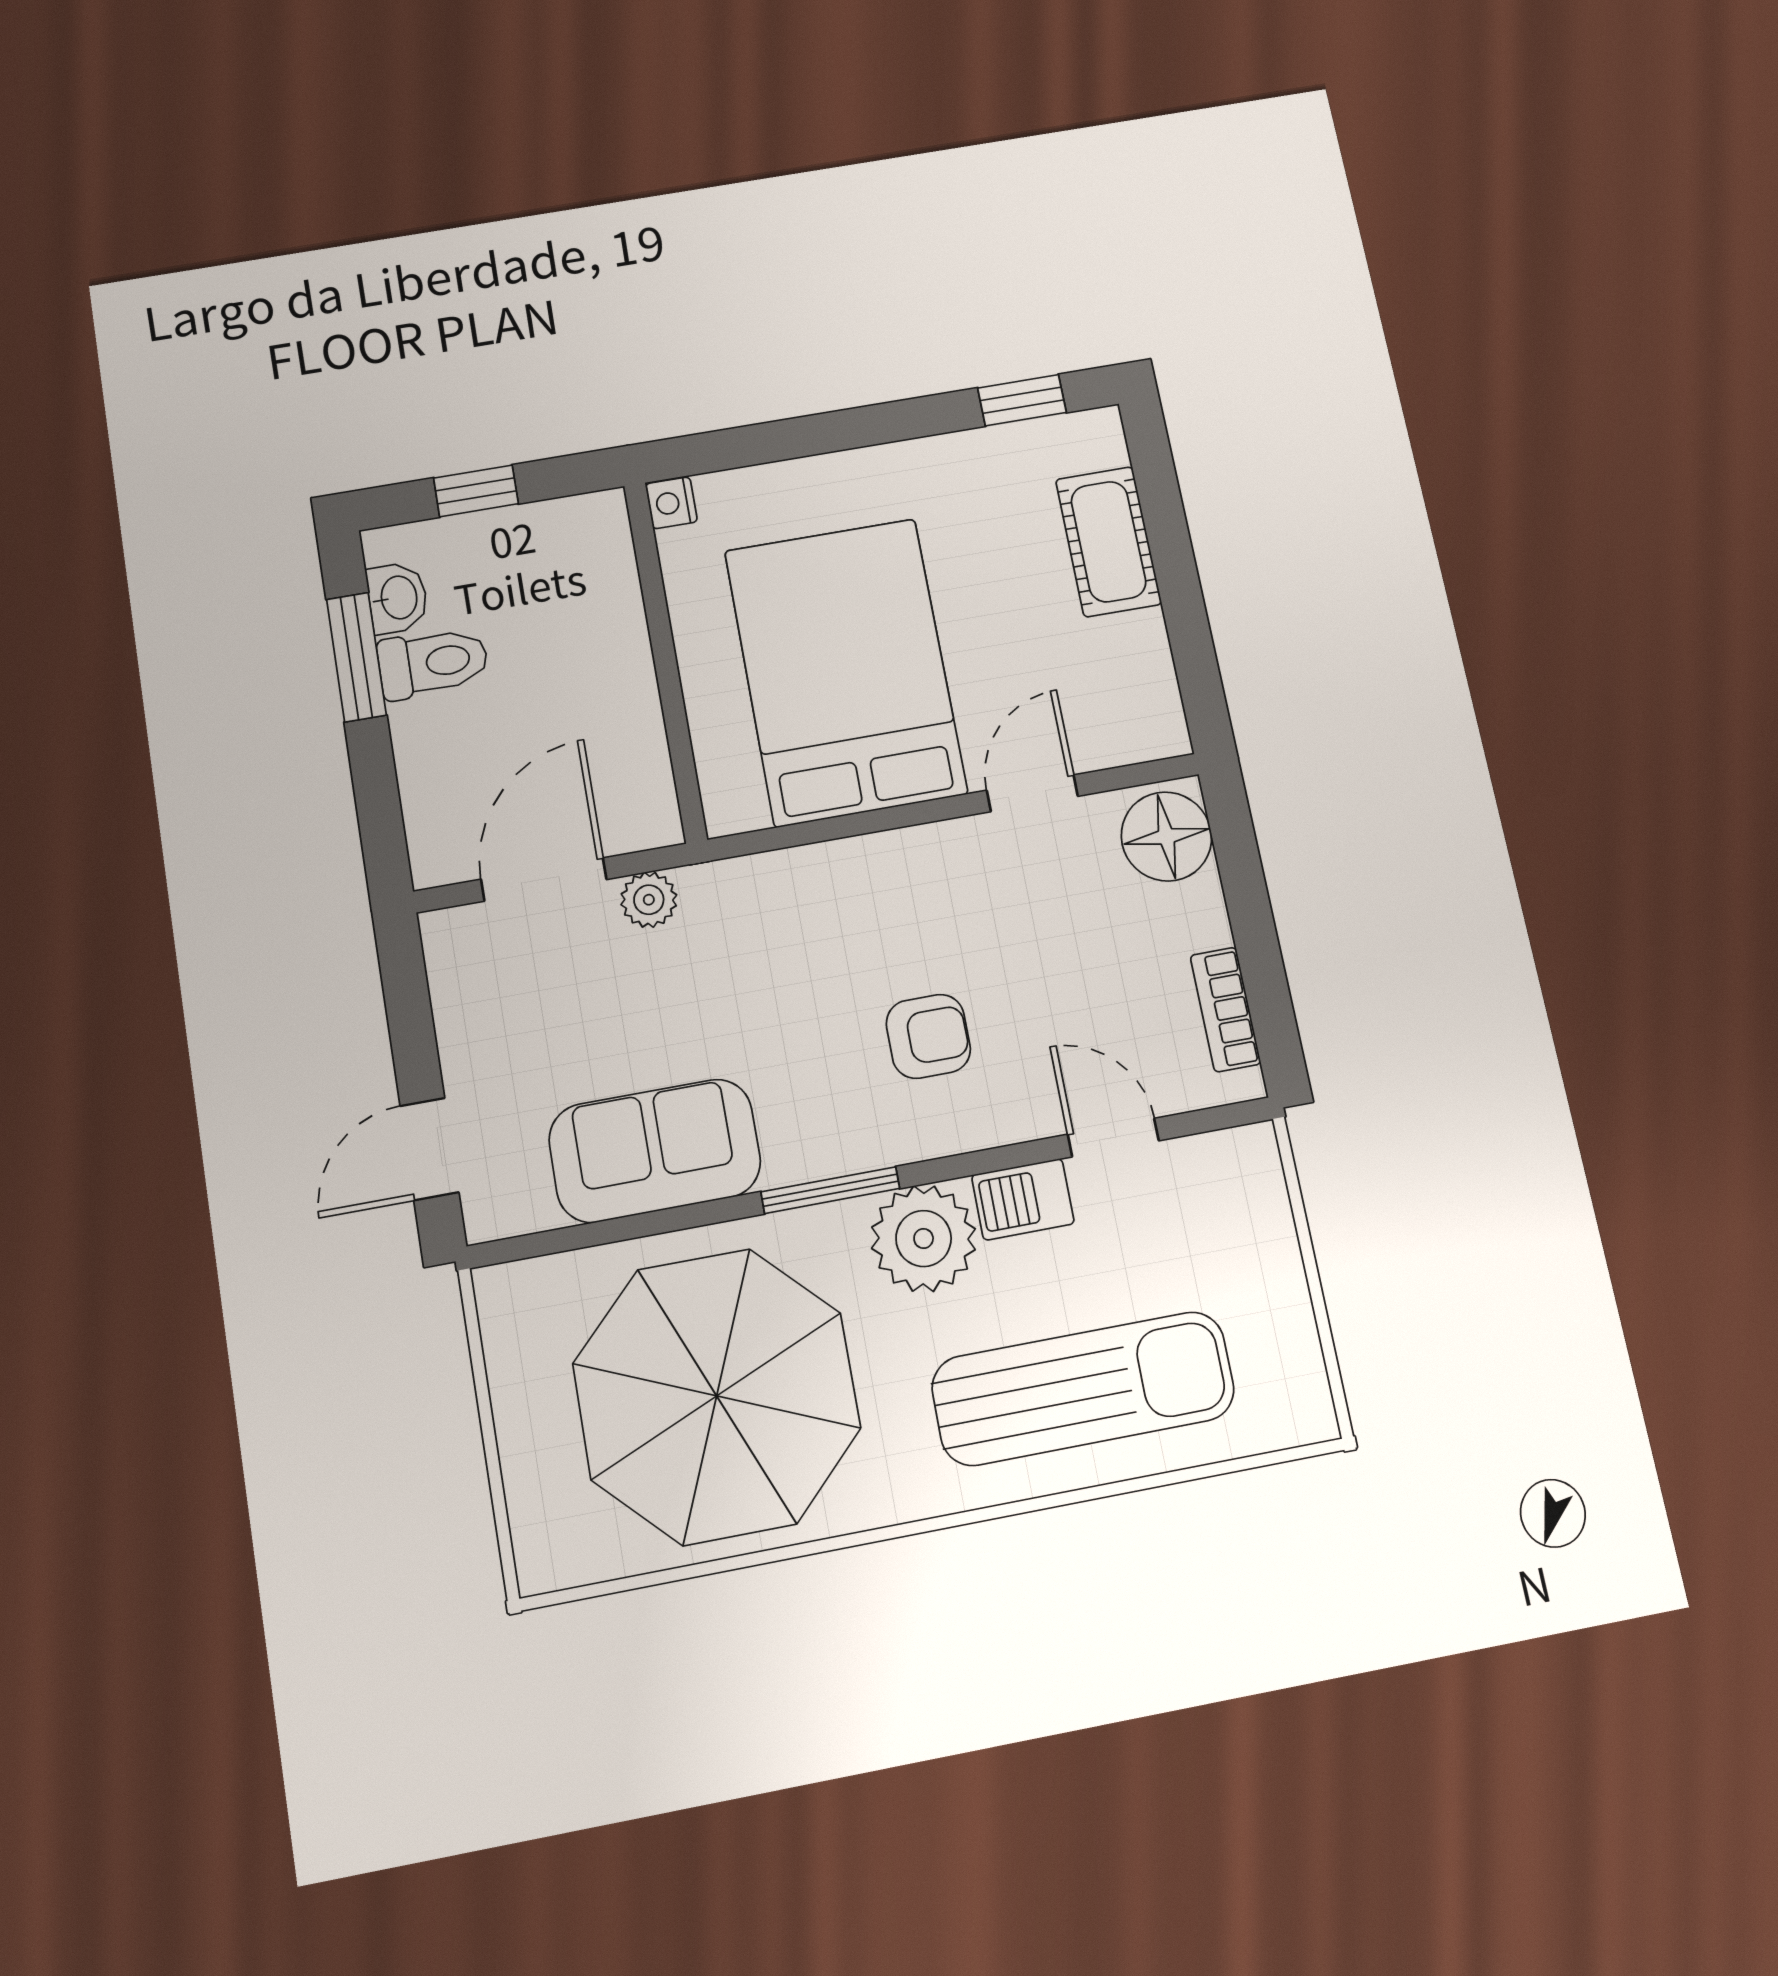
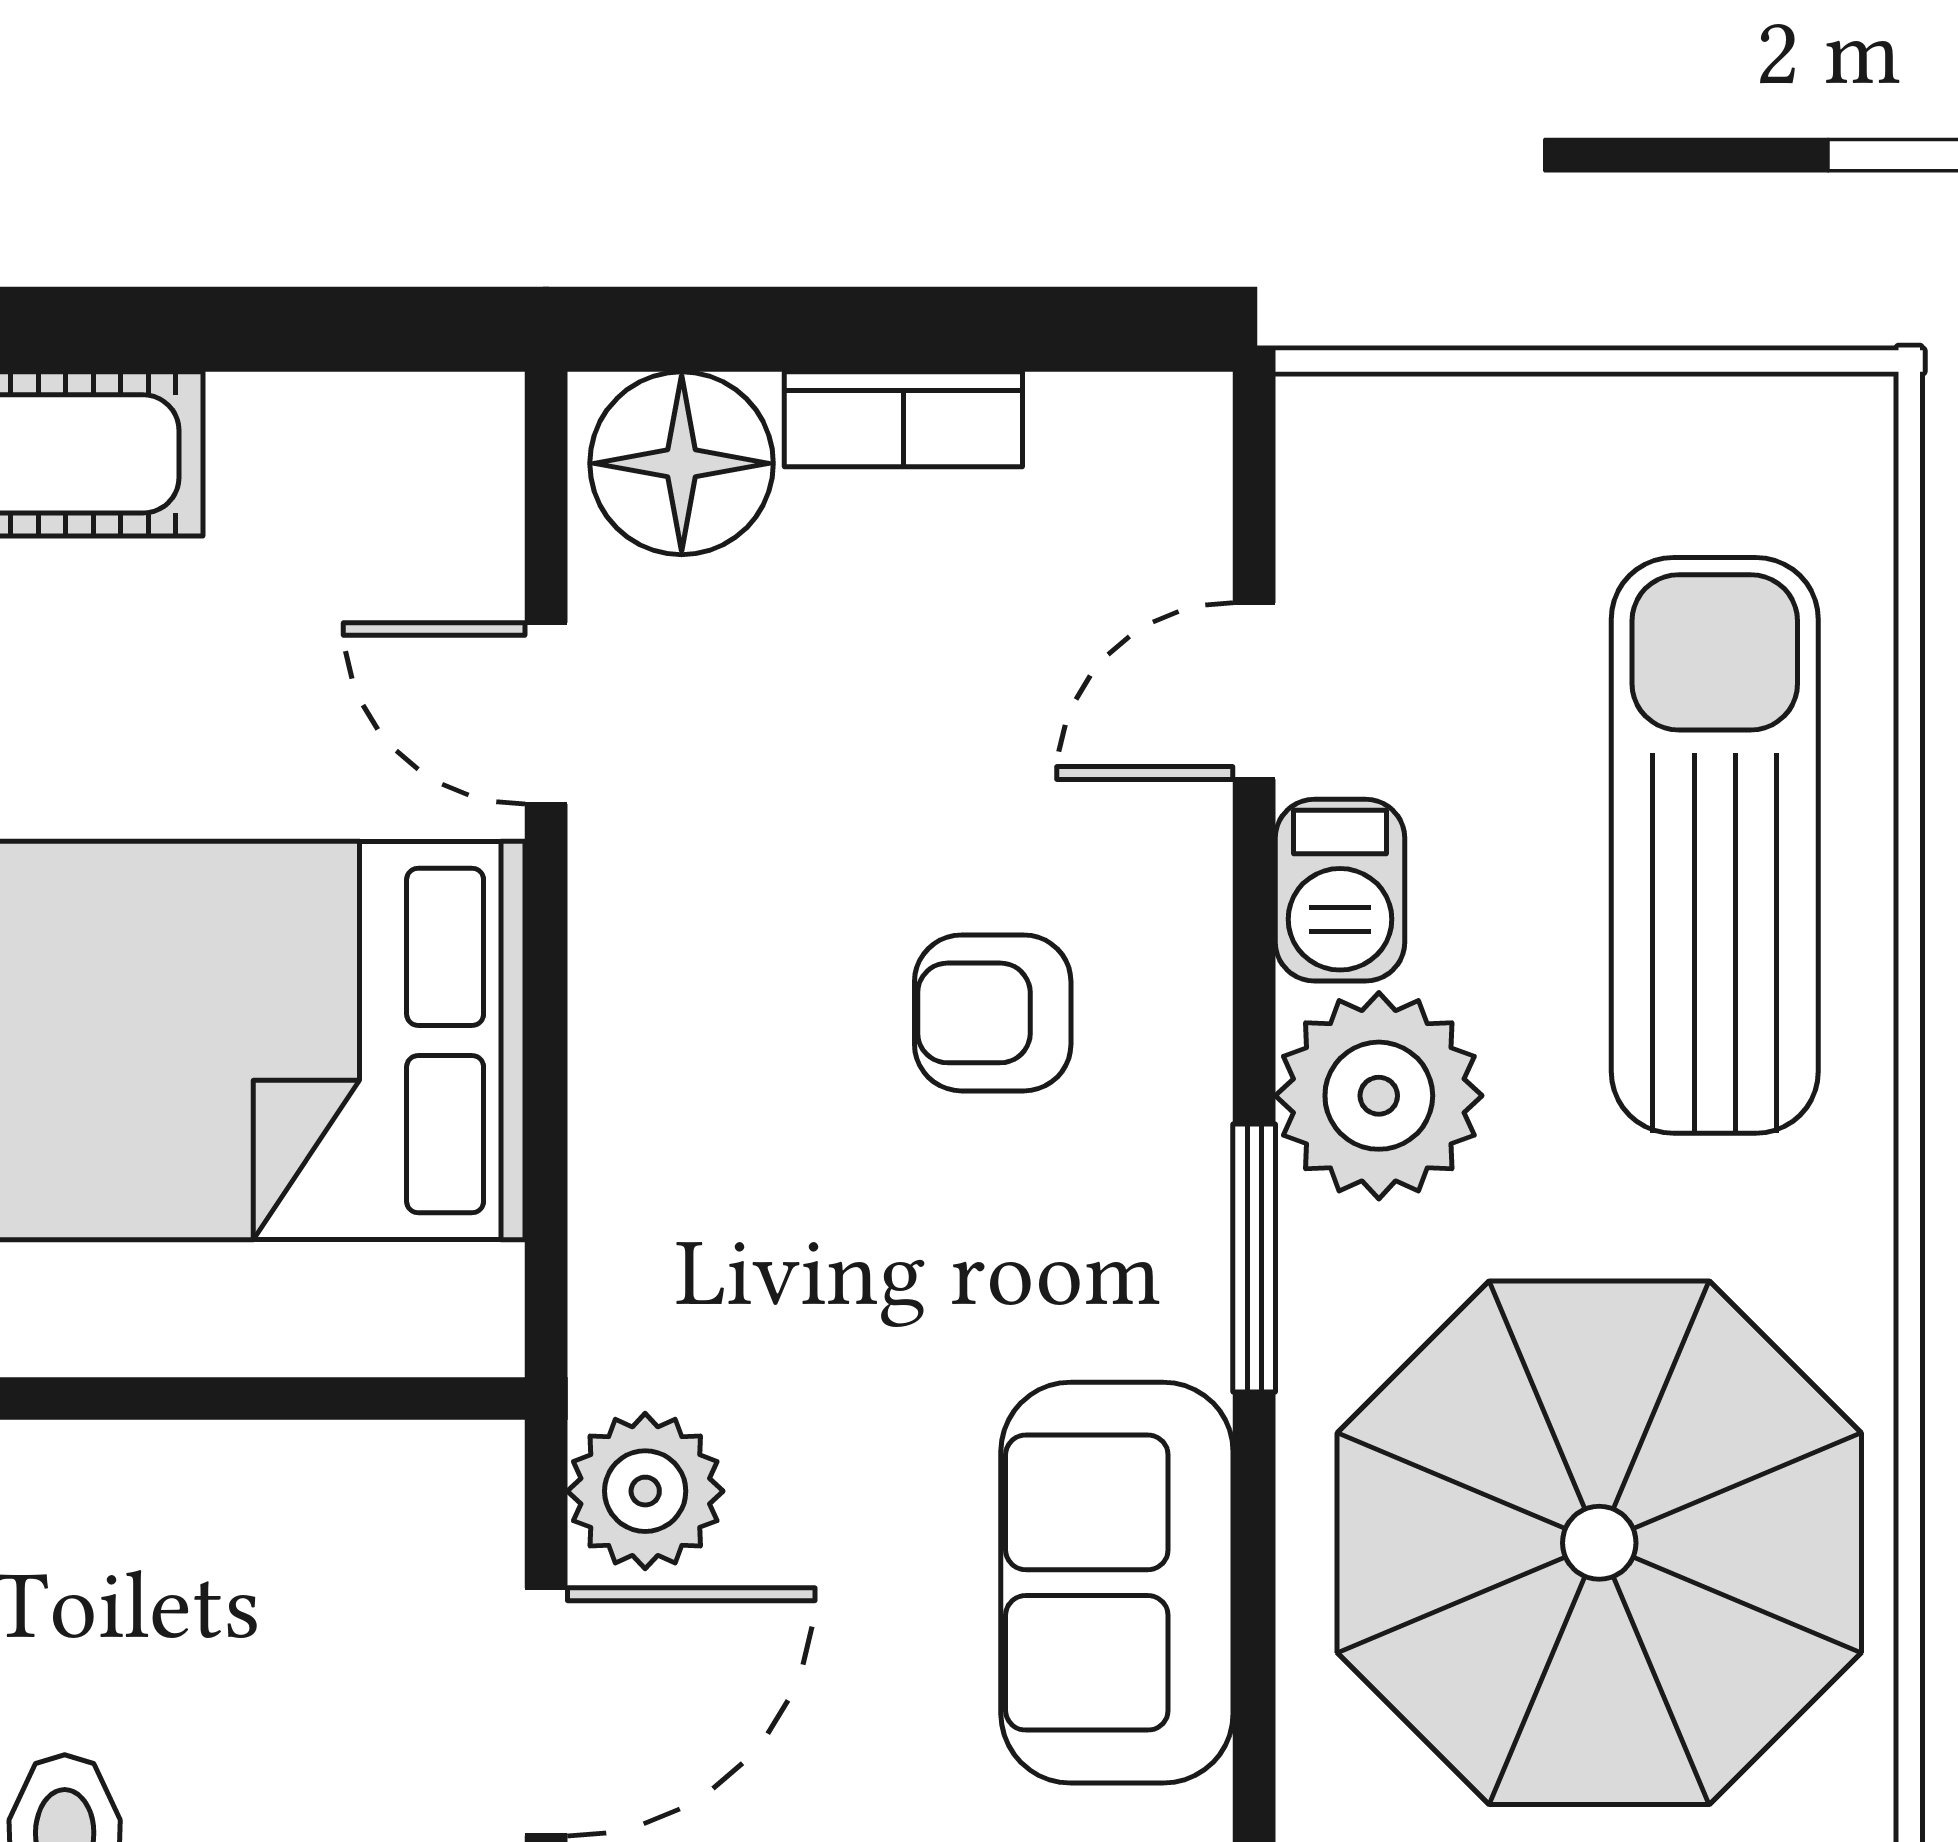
door: (544, 879) -> (546, 1712), swing flipped
plant: (649, 900) -> (645, 1491), width x1.38, depth x1.38
bookcase: (1225, 1010) -> (903, 419), moved
armchair: (928, 1036) -> (993, 1013), turned -90

